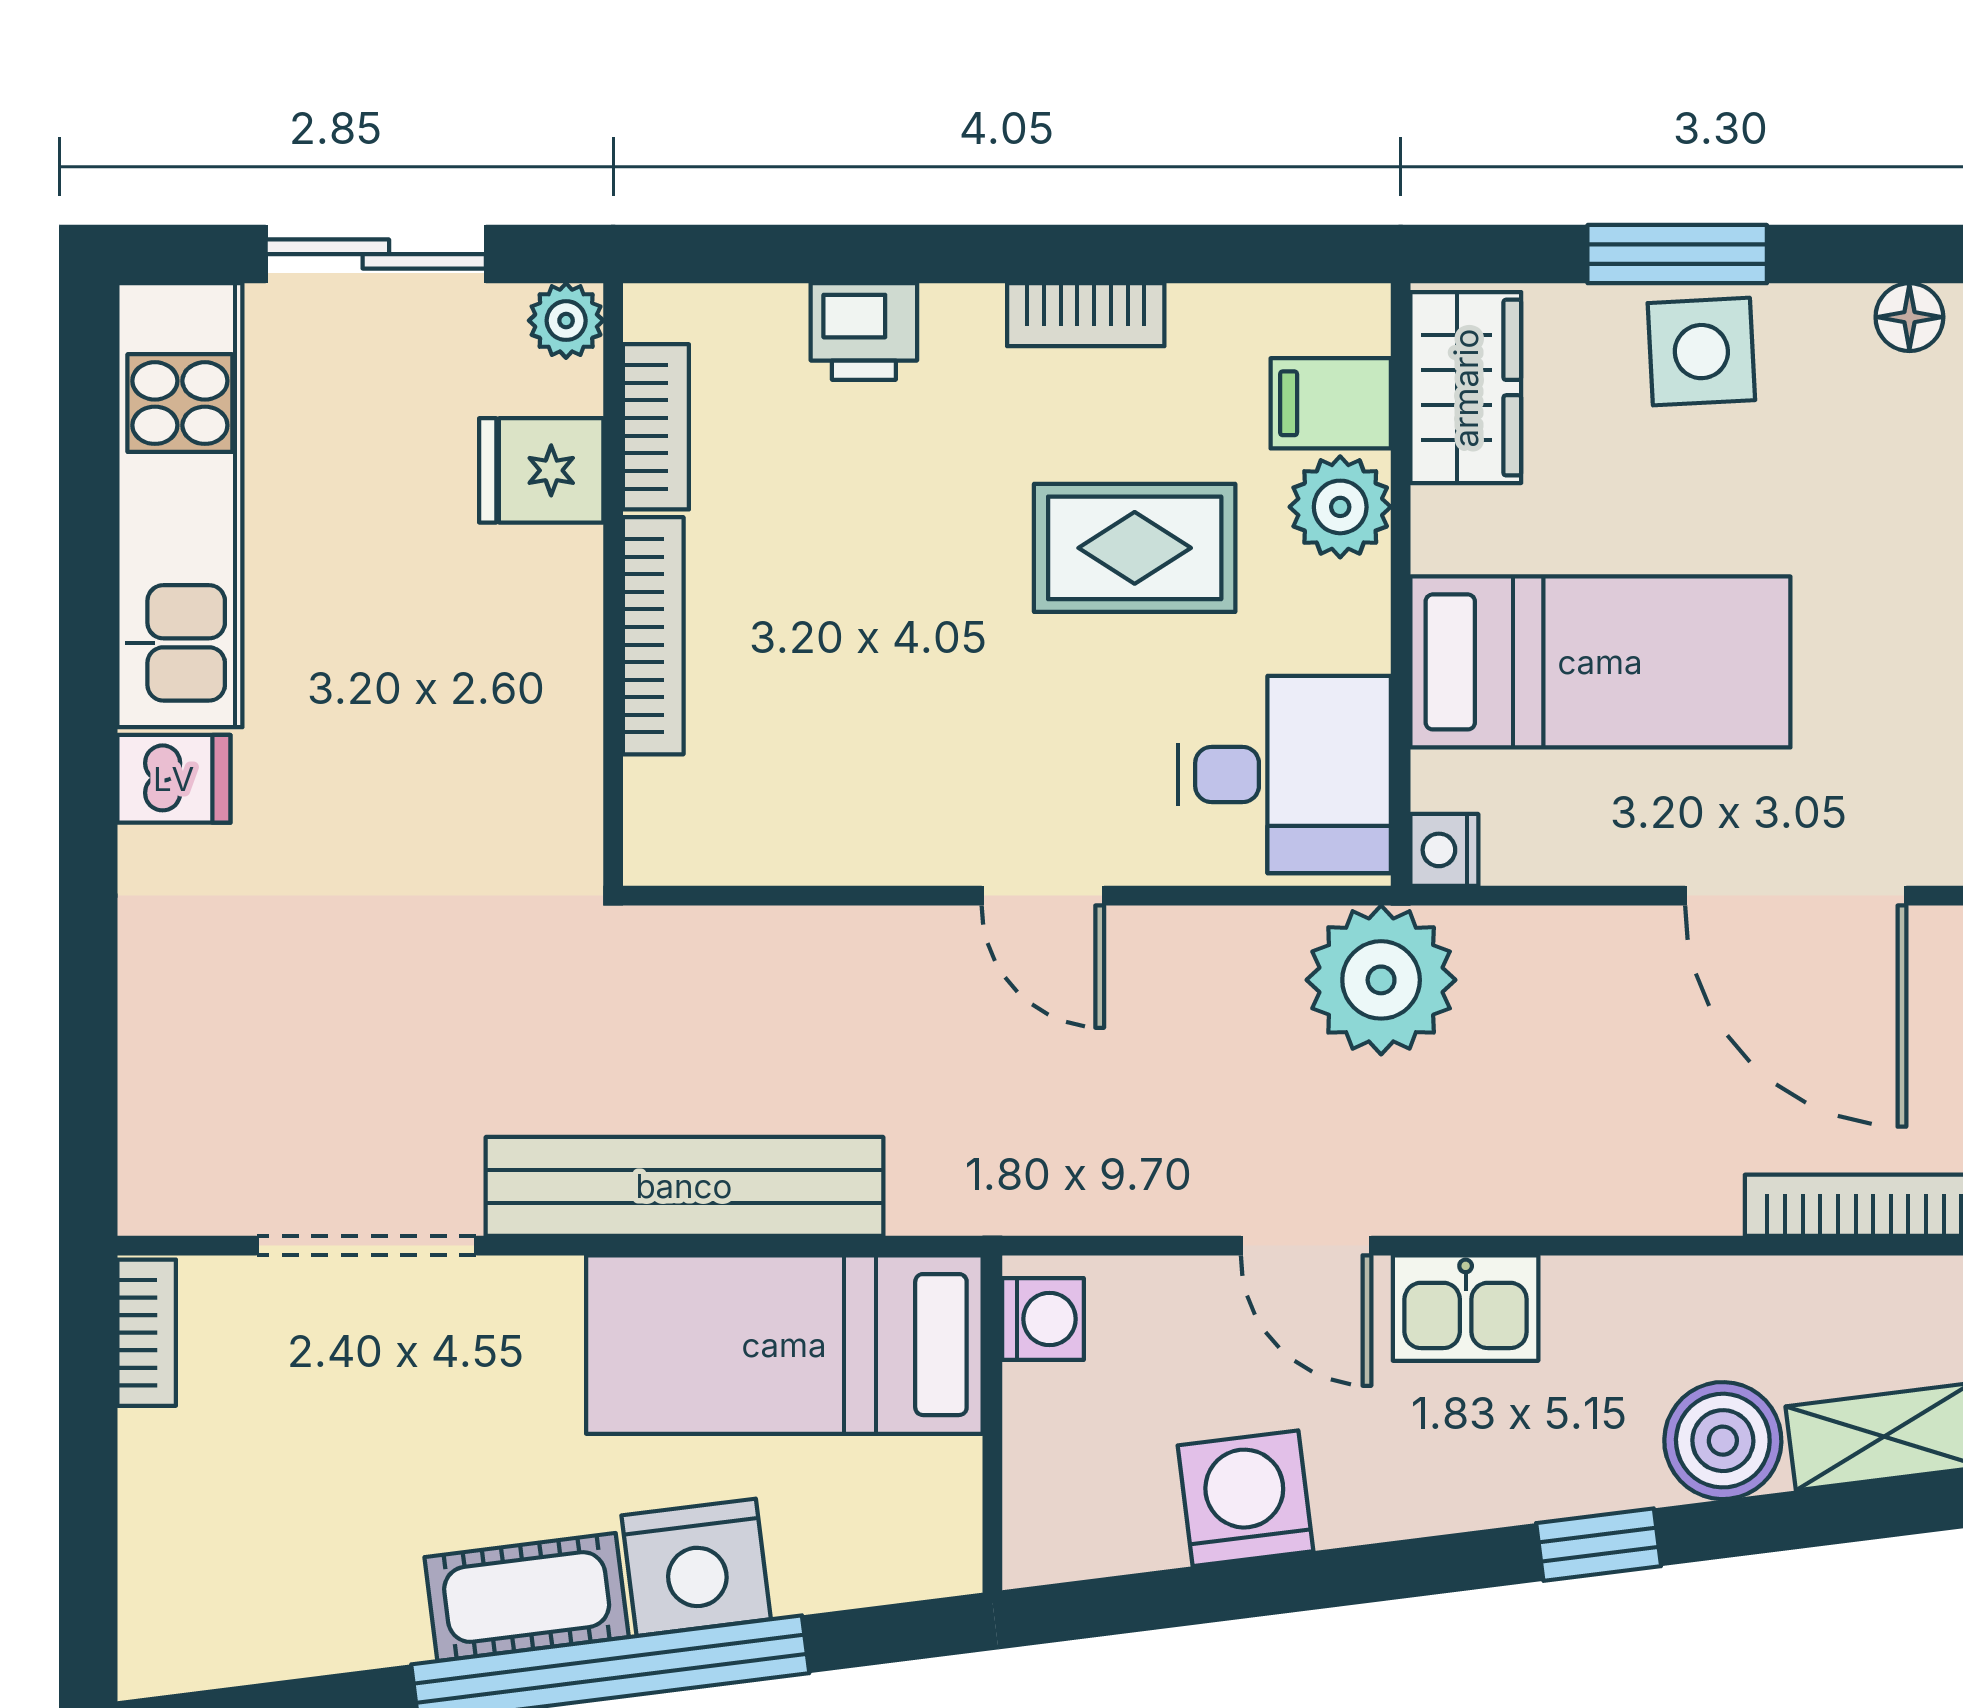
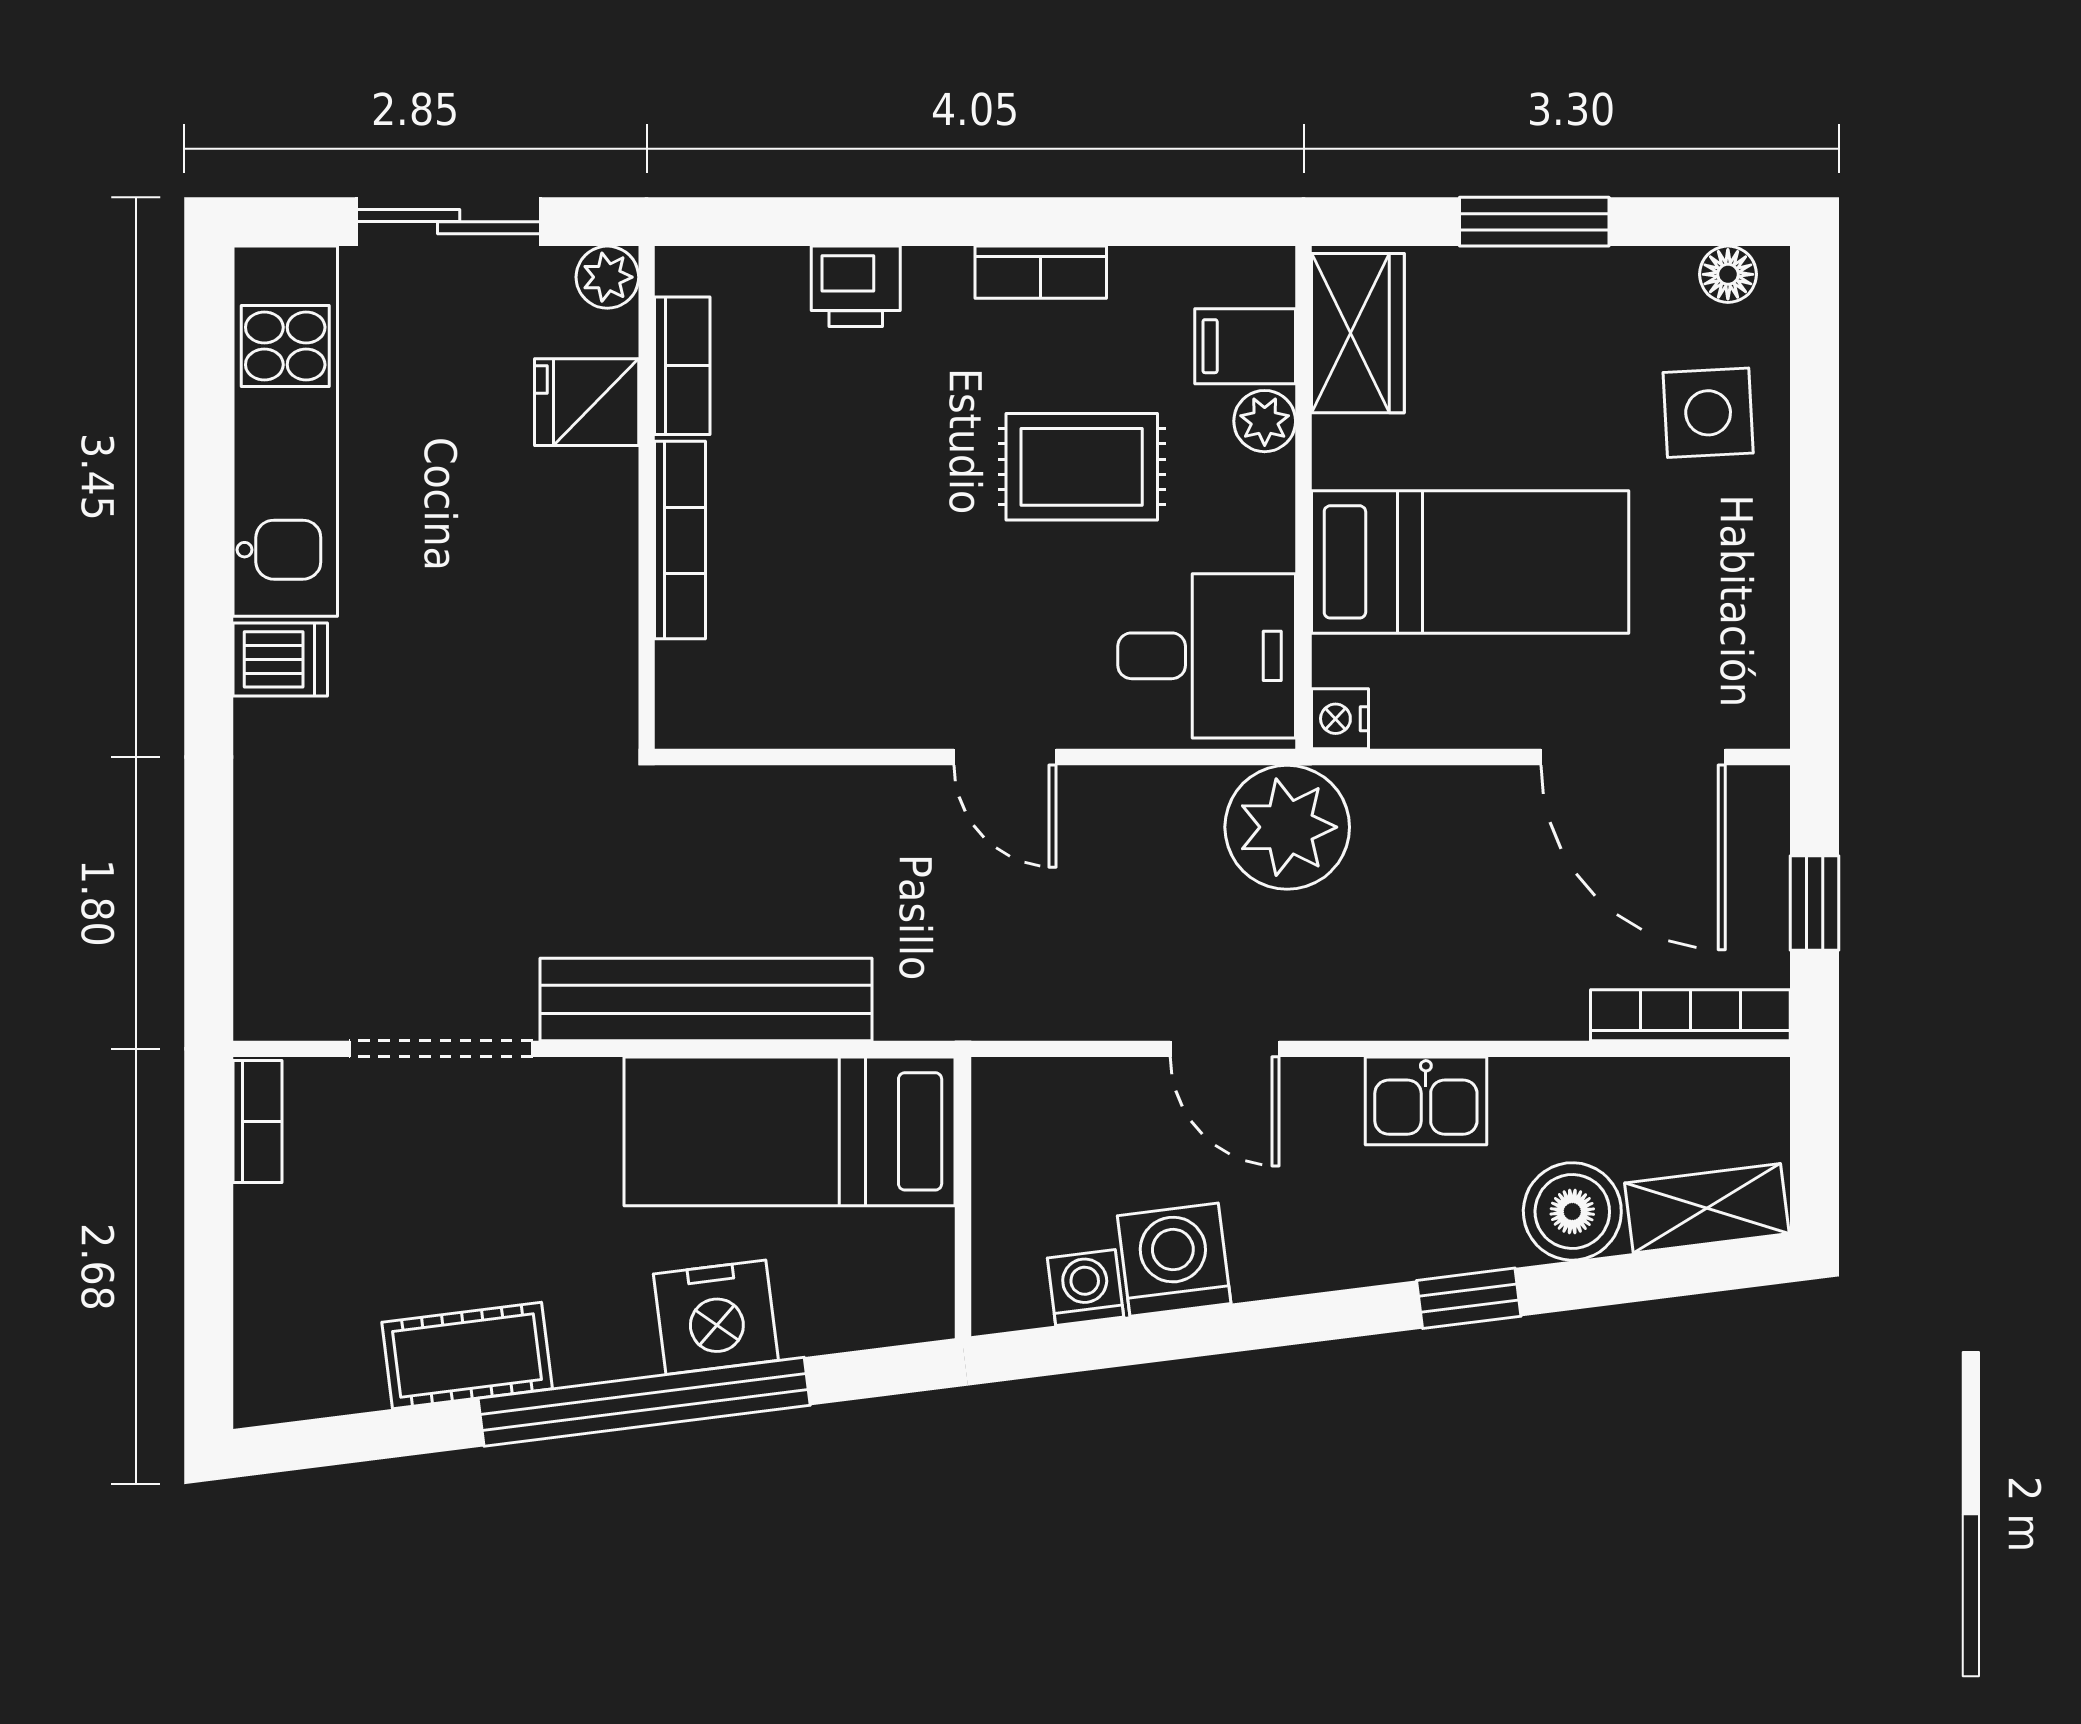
side table: (1701, 352) -> (1708, 413), moved
plant: (1340, 507) -> (1265, 421), width x0.73, depth x0.73
kitchen sink: (1466, 1308) -> (1426, 1101), moved
washing machine: (1043, 1319) -> (1086, 1287), moved, turned -97
cot: (527, 1597) -> (467, 1355), moved

